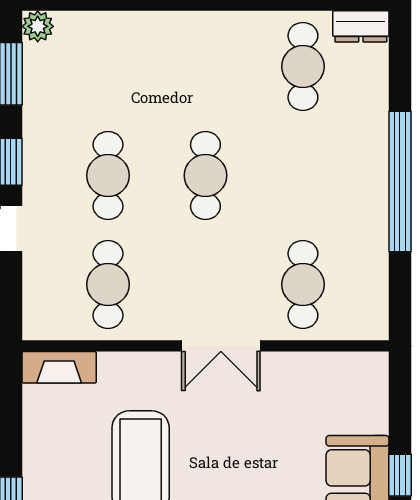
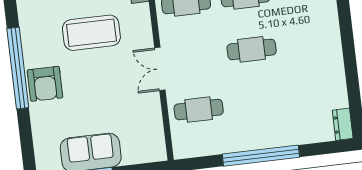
cafe table: (303, 66) -> (317, 95), removed

